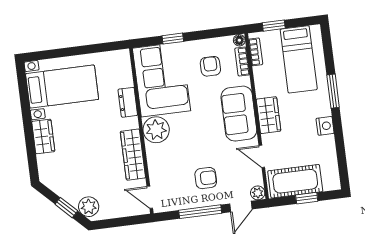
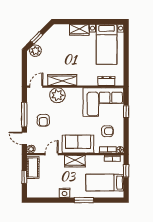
dresser: (128, 102) -> (106, 81), moved
plant: (156, 130) -> (57, 95), moved
cot: (295, 181) -> (33, 168), width x0.73, depth x0.75

